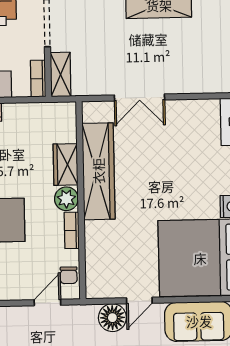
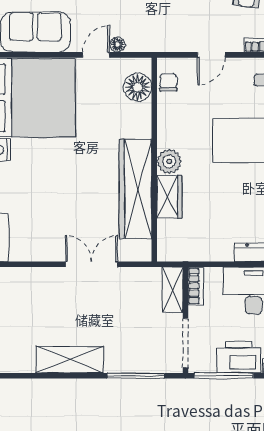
bookcase: (72, 230) -> (164, 129), removed
floor lamp: (98, 270) -> (138, 87), added
door: (47, 302) -> (211, 55), moved
floor lamp: (112, 318) -> (117, 45), width x0.53, depth x0.53

